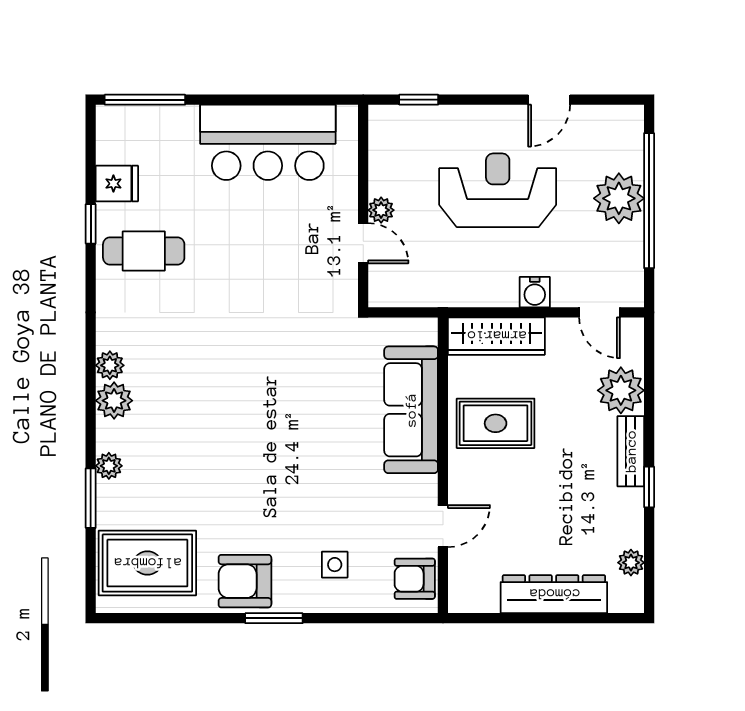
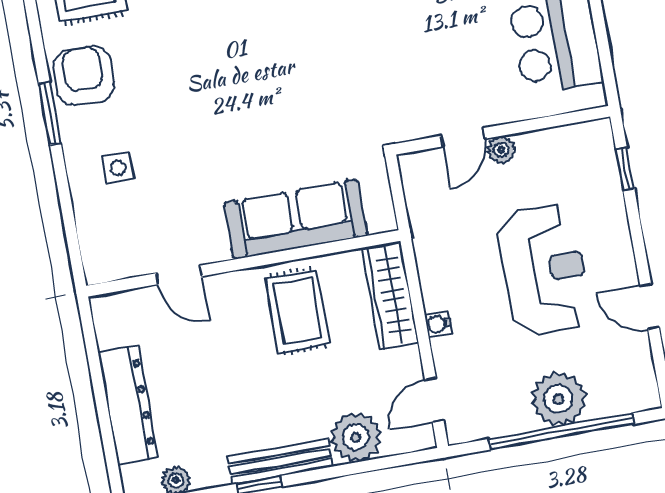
water cooler: (535, 292) -> (438, 324), width x0.72, depth x0.72
bench: (631, 451) -> (280, 461), width x1.36
armchair: (415, 579) -> (118, 255), removed

